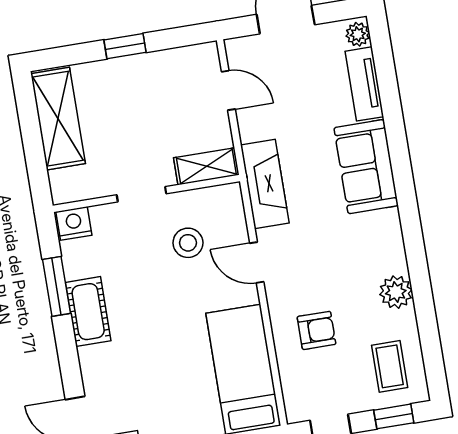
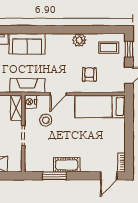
nightstand: (74, 223) -> (30, 102), moved

